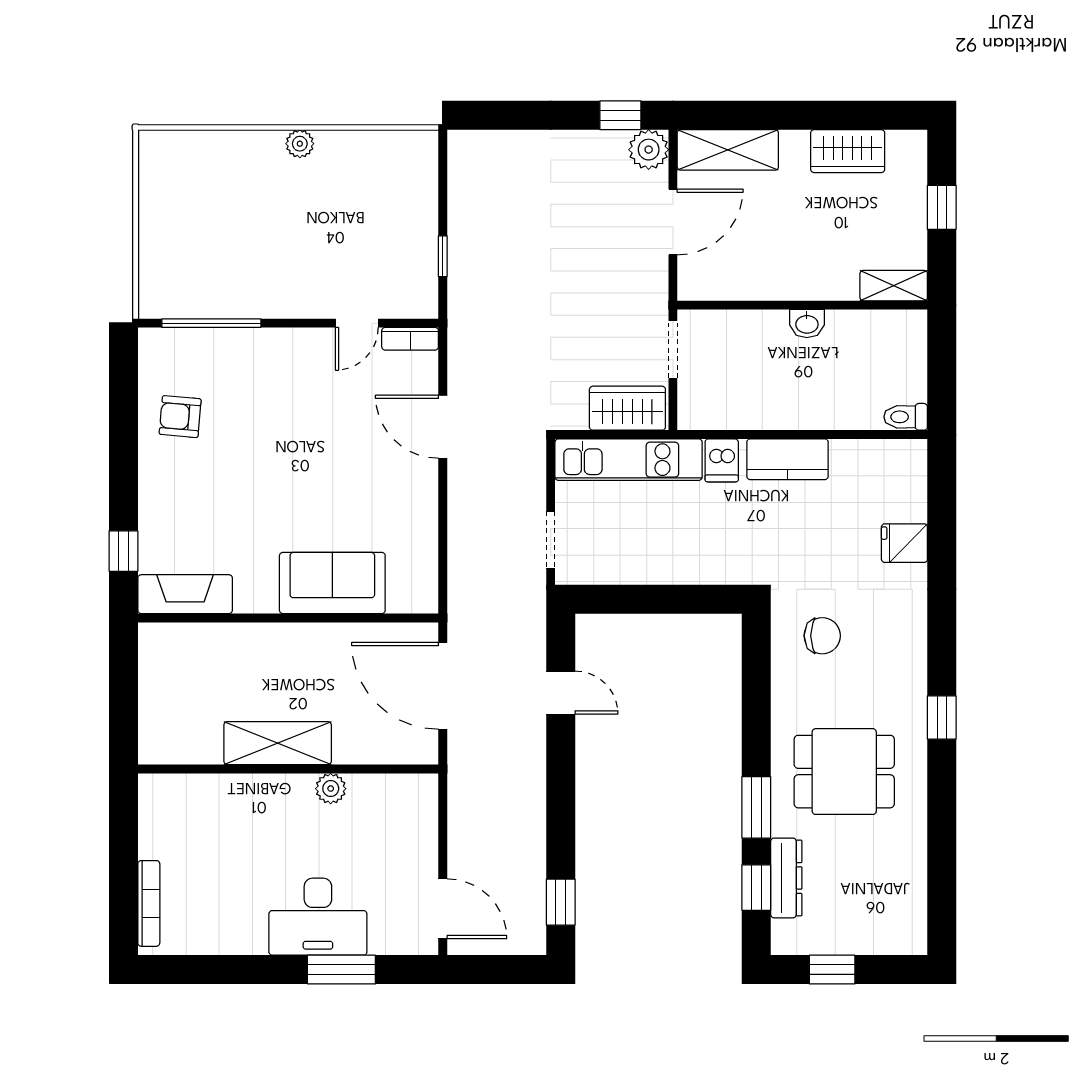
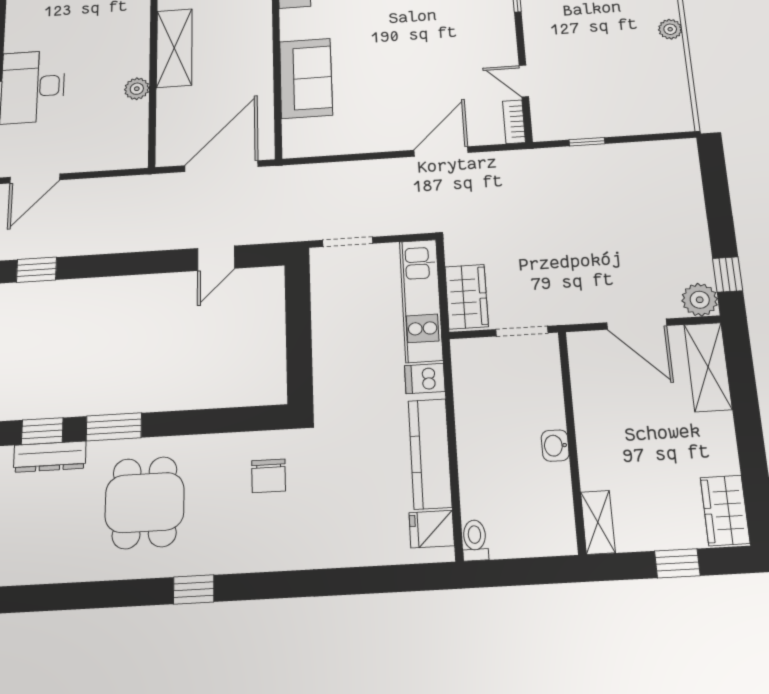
wardrobe: (848, 151) -> (725, 510), moved
kitchen counter: (787, 459) -> (430, 454), width x1.50
fridge: (904, 543) -> (432, 529), moved, turned -90

